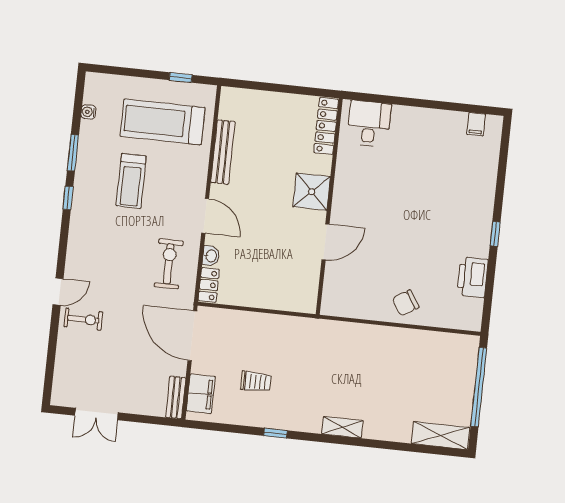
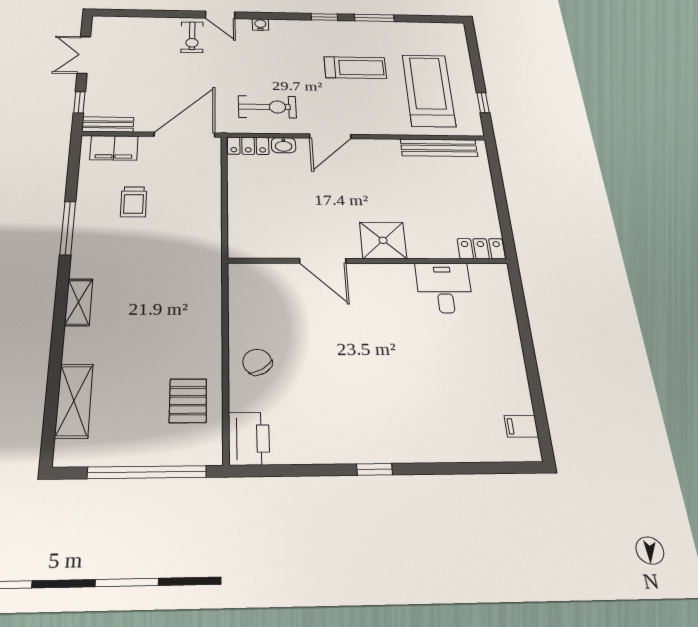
water cooler: (88, 112) -> (260, 25), moved
desk: (369, 124) -> (444, 288), moved, turned -90
locker: (326, 126) -> (481, 249), width x0.66
bench: (223, 152) -> (439, 148), moved
treadmill: (131, 181) -> (355, 68), turned 180
printer: (473, 277) -> (249, 439), moved, turned 90
pallet: (430, 355) -> (188, 401), added
window: (150, 420) -> (79, 102), added
window: (275, 433) -> (68, 228), width x2.17
shelving: (441, 435) -> (74, 401), moved

